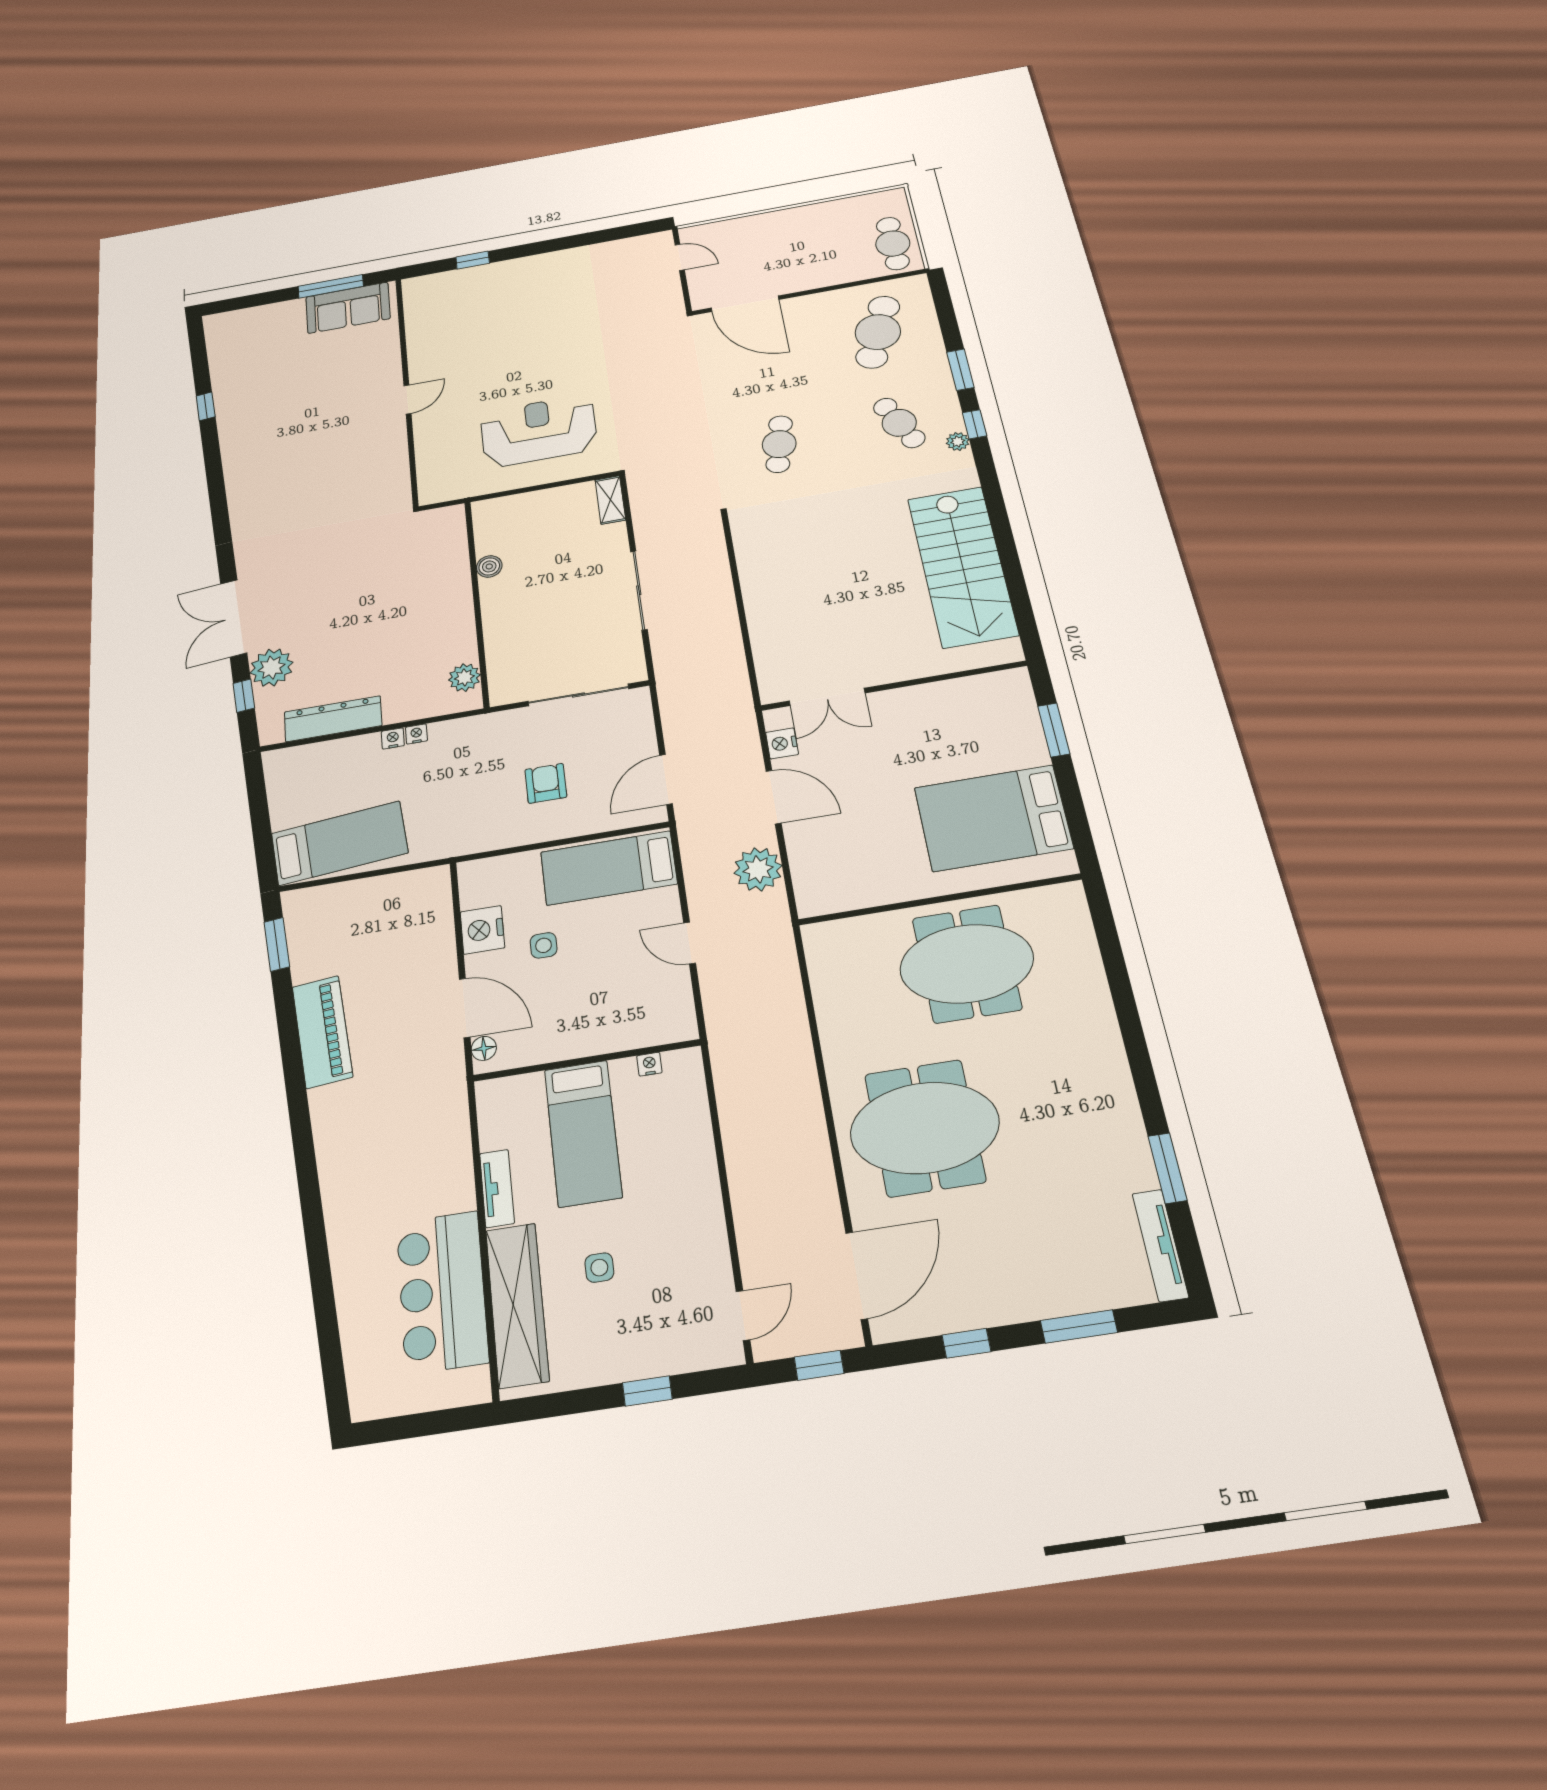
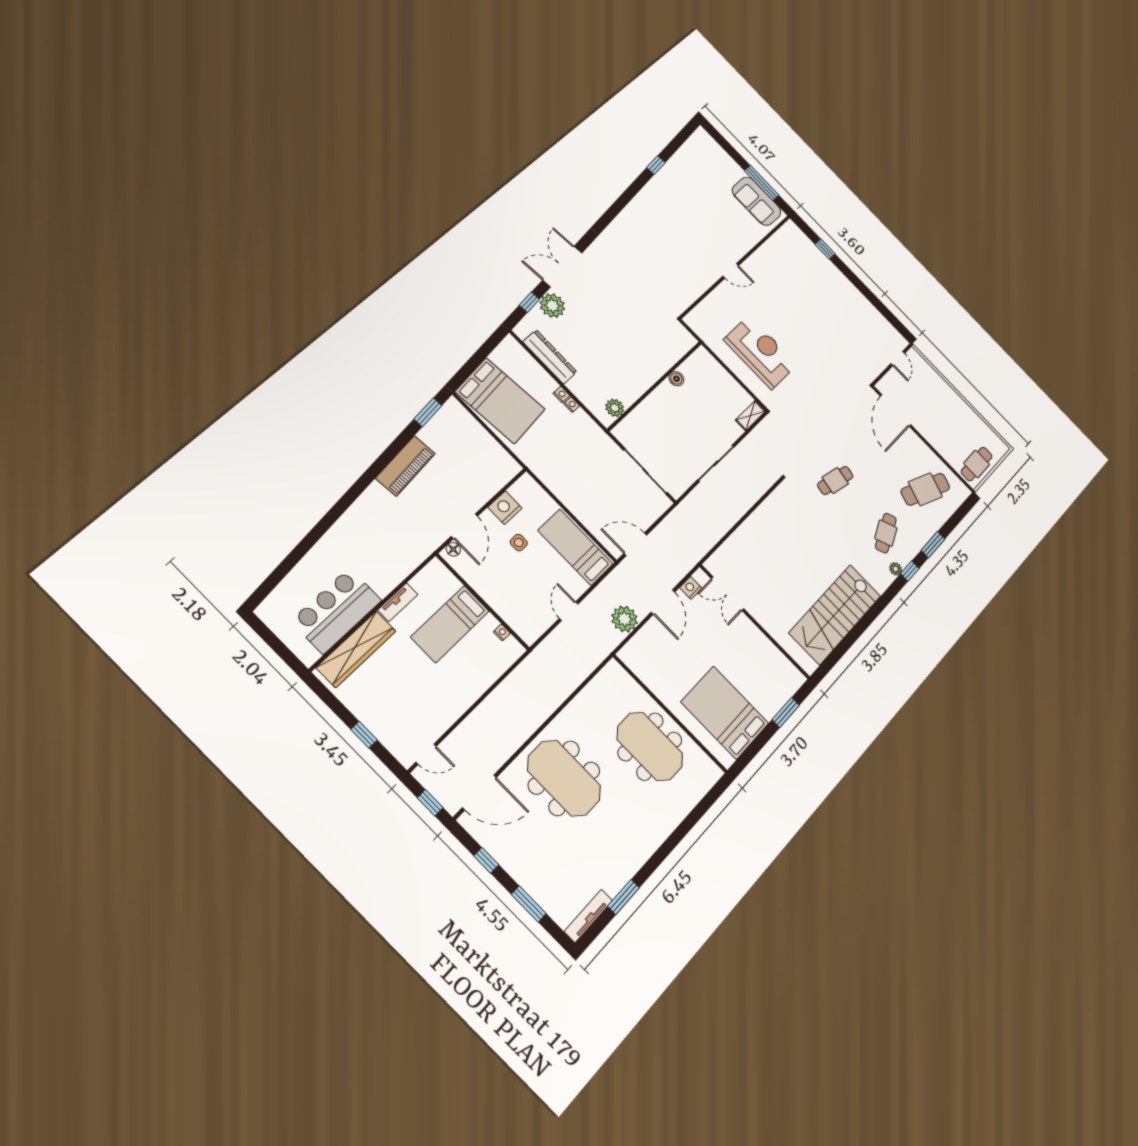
armchair: (546, 783) -> (593, 487), removed
bed: (339, 843) -> (500, 401), width x1.50
side table: (599, 1268) -> (399, 675), removed

